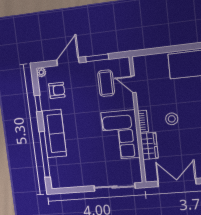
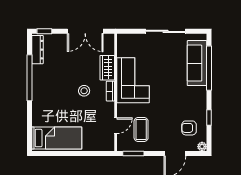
window: (97, 58) -> (133, 154), moved
door: (134, 84) -> (116, 126), hinge flipped
sofa: (54, 134) -> (197, 63), moved
sliding door: (114, 187) -> (165, 31), moved

